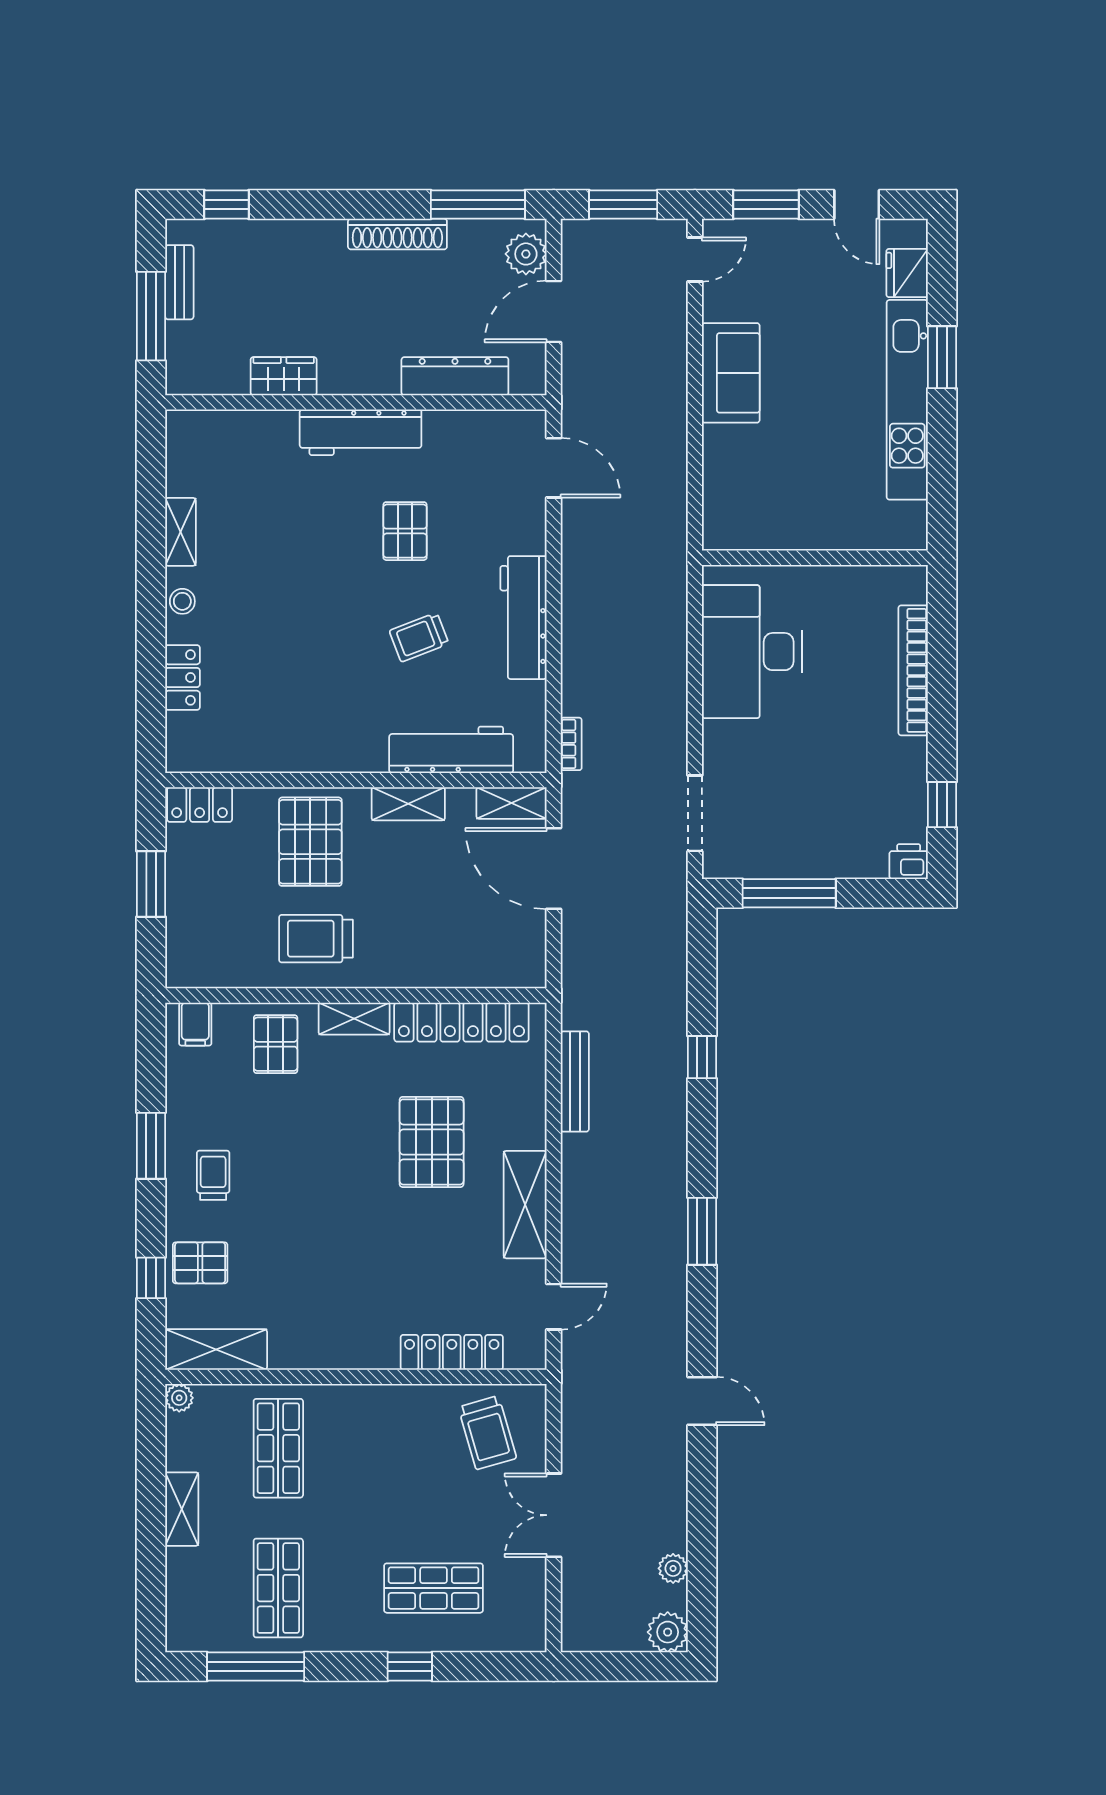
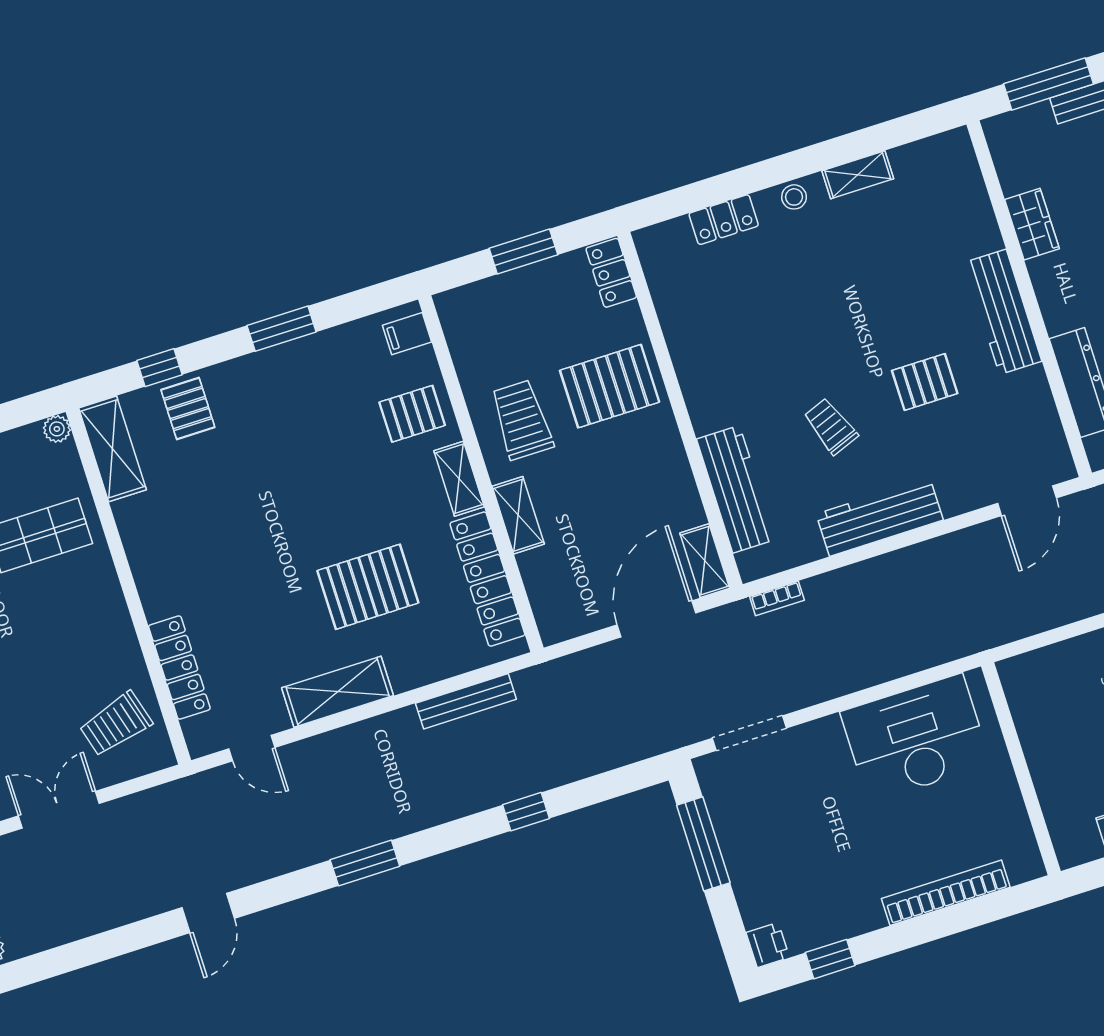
shelving: (408, 804) -> (518, 515), moved
trolley: (213, 1175) -> (273, 395), removed
plant: (673, 1568) -> (45, 936), removed

